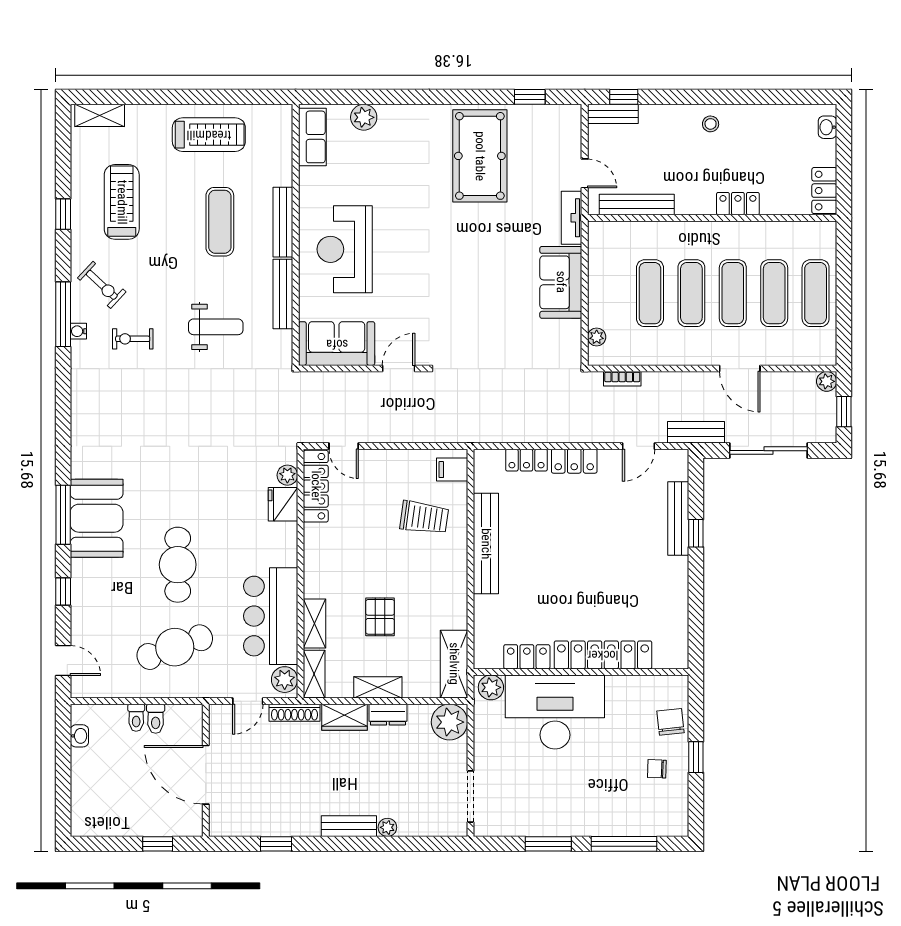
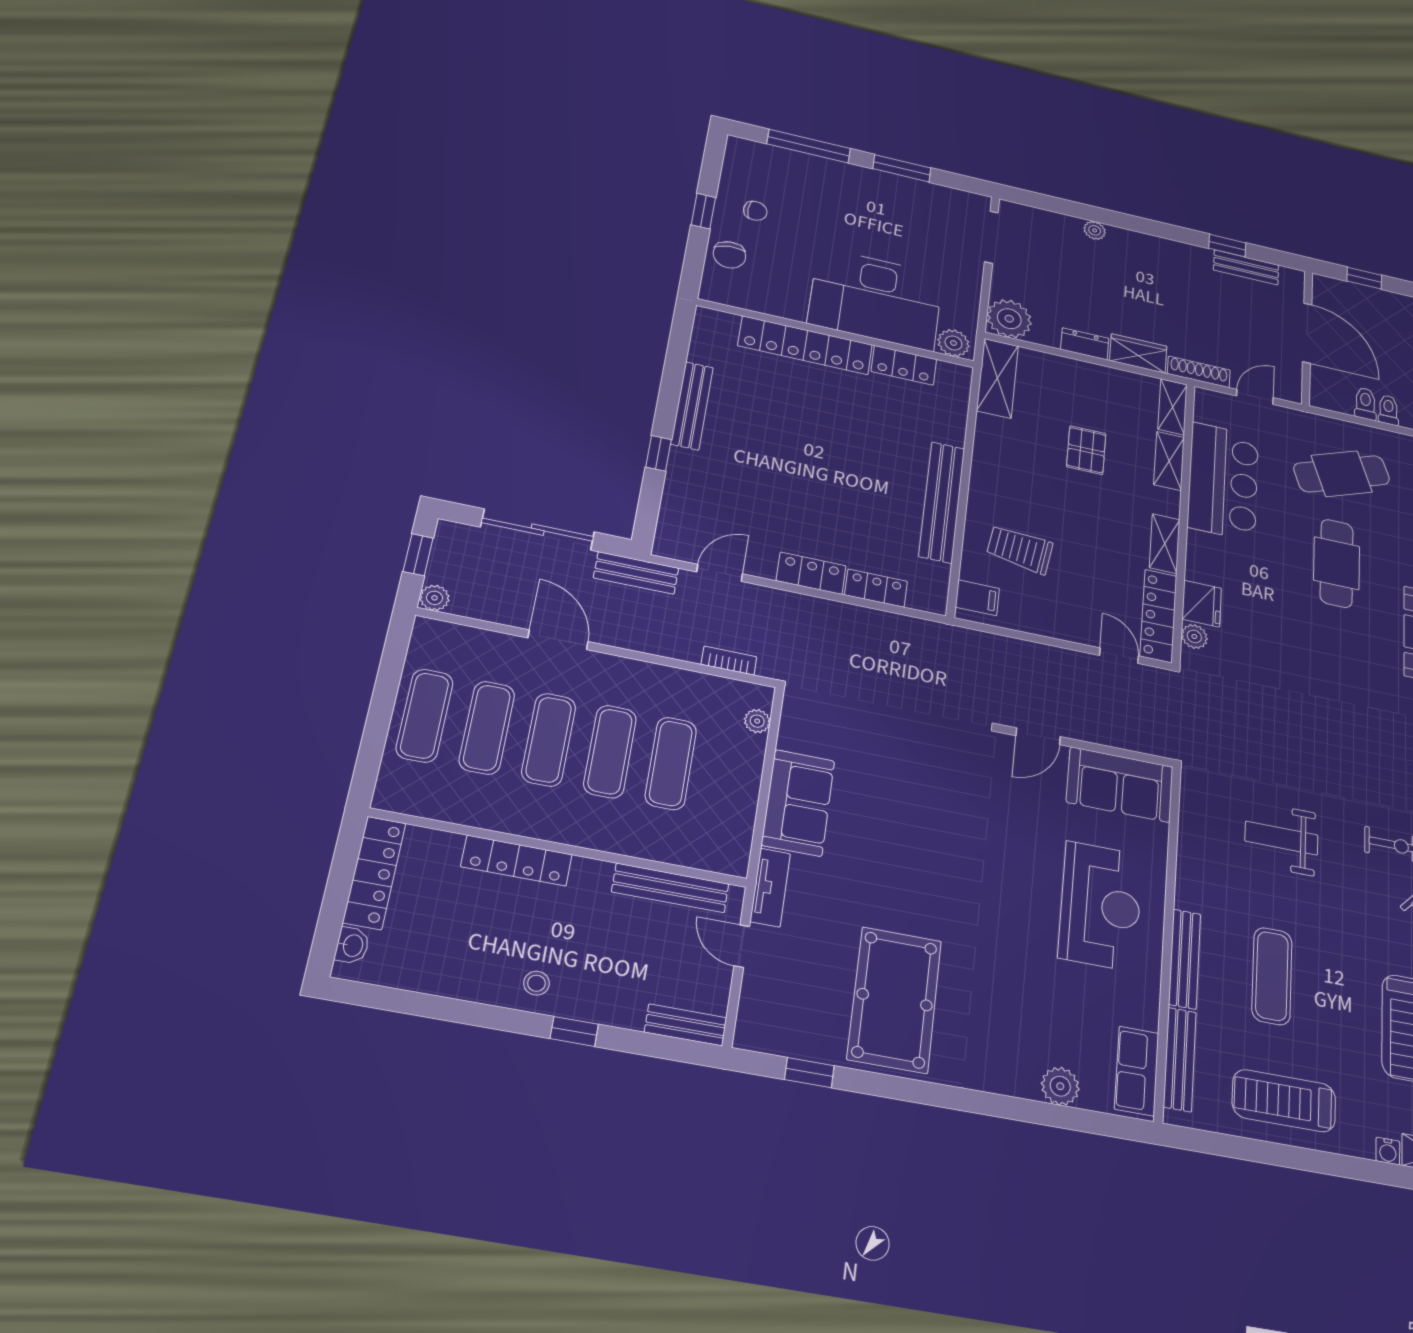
window: (624, 97) -> (574, 1031), moved
water cooler: (135, 113) -> (1388, 1151), added
locker: (824, 191) -> (374, 873), width x1.53
locker: (738, 204) -> (517, 861), width x1.53
bench: (283, 294) -> (1180, 1059), moved
bench: (678, 518) -> (692, 406), moved
plant: (285, 680) -> (1209, 409), removed
shelving: (378, 687) -> (1165, 544), moved, turned 90
bench: (349, 826) -> (1246, 267), moved

